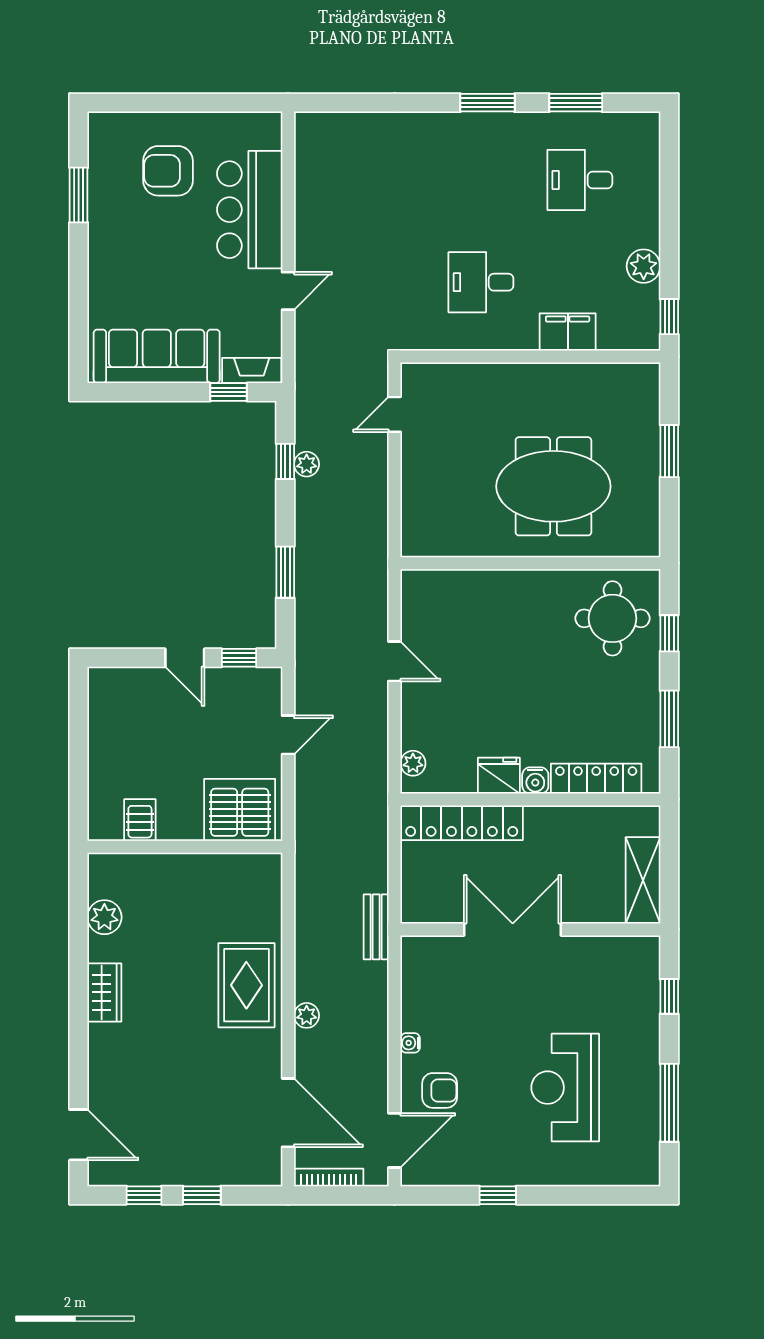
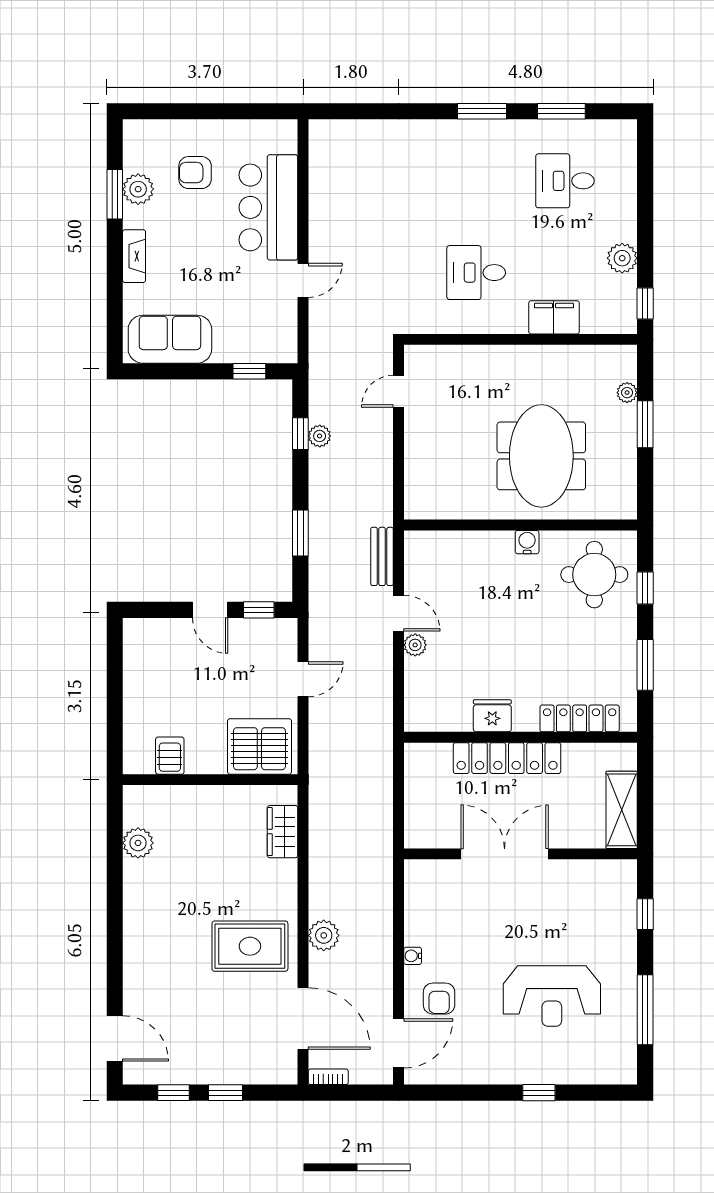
armchair: (168, 171) -> (195, 173), width x0.72, depth x0.72
plant: (105, 189) -> (138, 189), added
sofa: (157, 356) -> (170, 339), width x0.73
fireplace: (252, 371) -> (134, 256), moved, turned 90
plant: (649, 416) -> (627, 393), added
meeting table: (553, 486) -> (541, 456), turned 90
plant: (413, 763) -> (415, 645), moved
water cooler: (535, 780) -> (527, 542), moved, turned 180
locker: (462, 823) -> (507, 758), moved
bench: (376, 927) -> (382, 556), moved
rug: (246, 985) -> (250, 946), moved, turned 90
wardrobe: (104, 992) -> (283, 832), moved, turned 180
plant: (307, 1015) -> (324, 935), width x1.38, depth x1.38
reception desk: (565, 1088) -> (552, 996), turned -90
armchair: (440, 1090) -> (439, 999), turned 90
bookcase: (329, 1177) -> (328, 1077), width x0.64
window: (498, 1195) -> (539, 1093), moved

